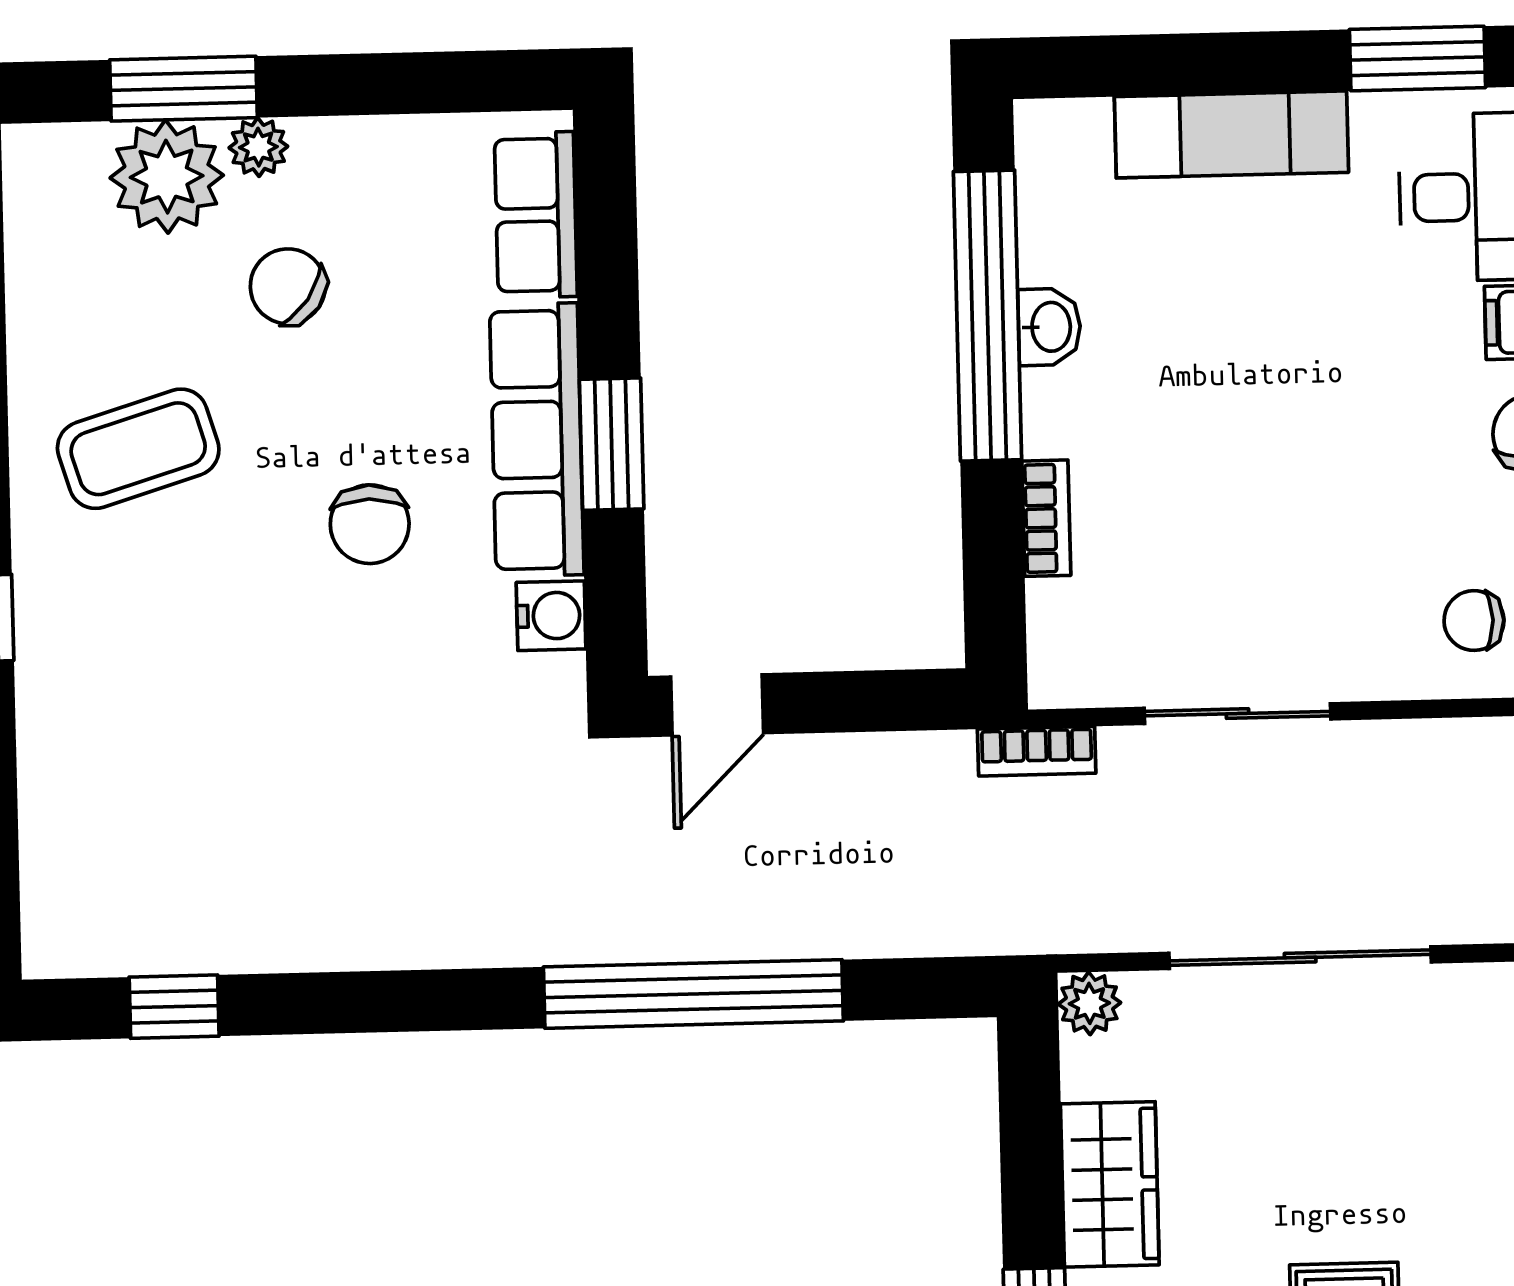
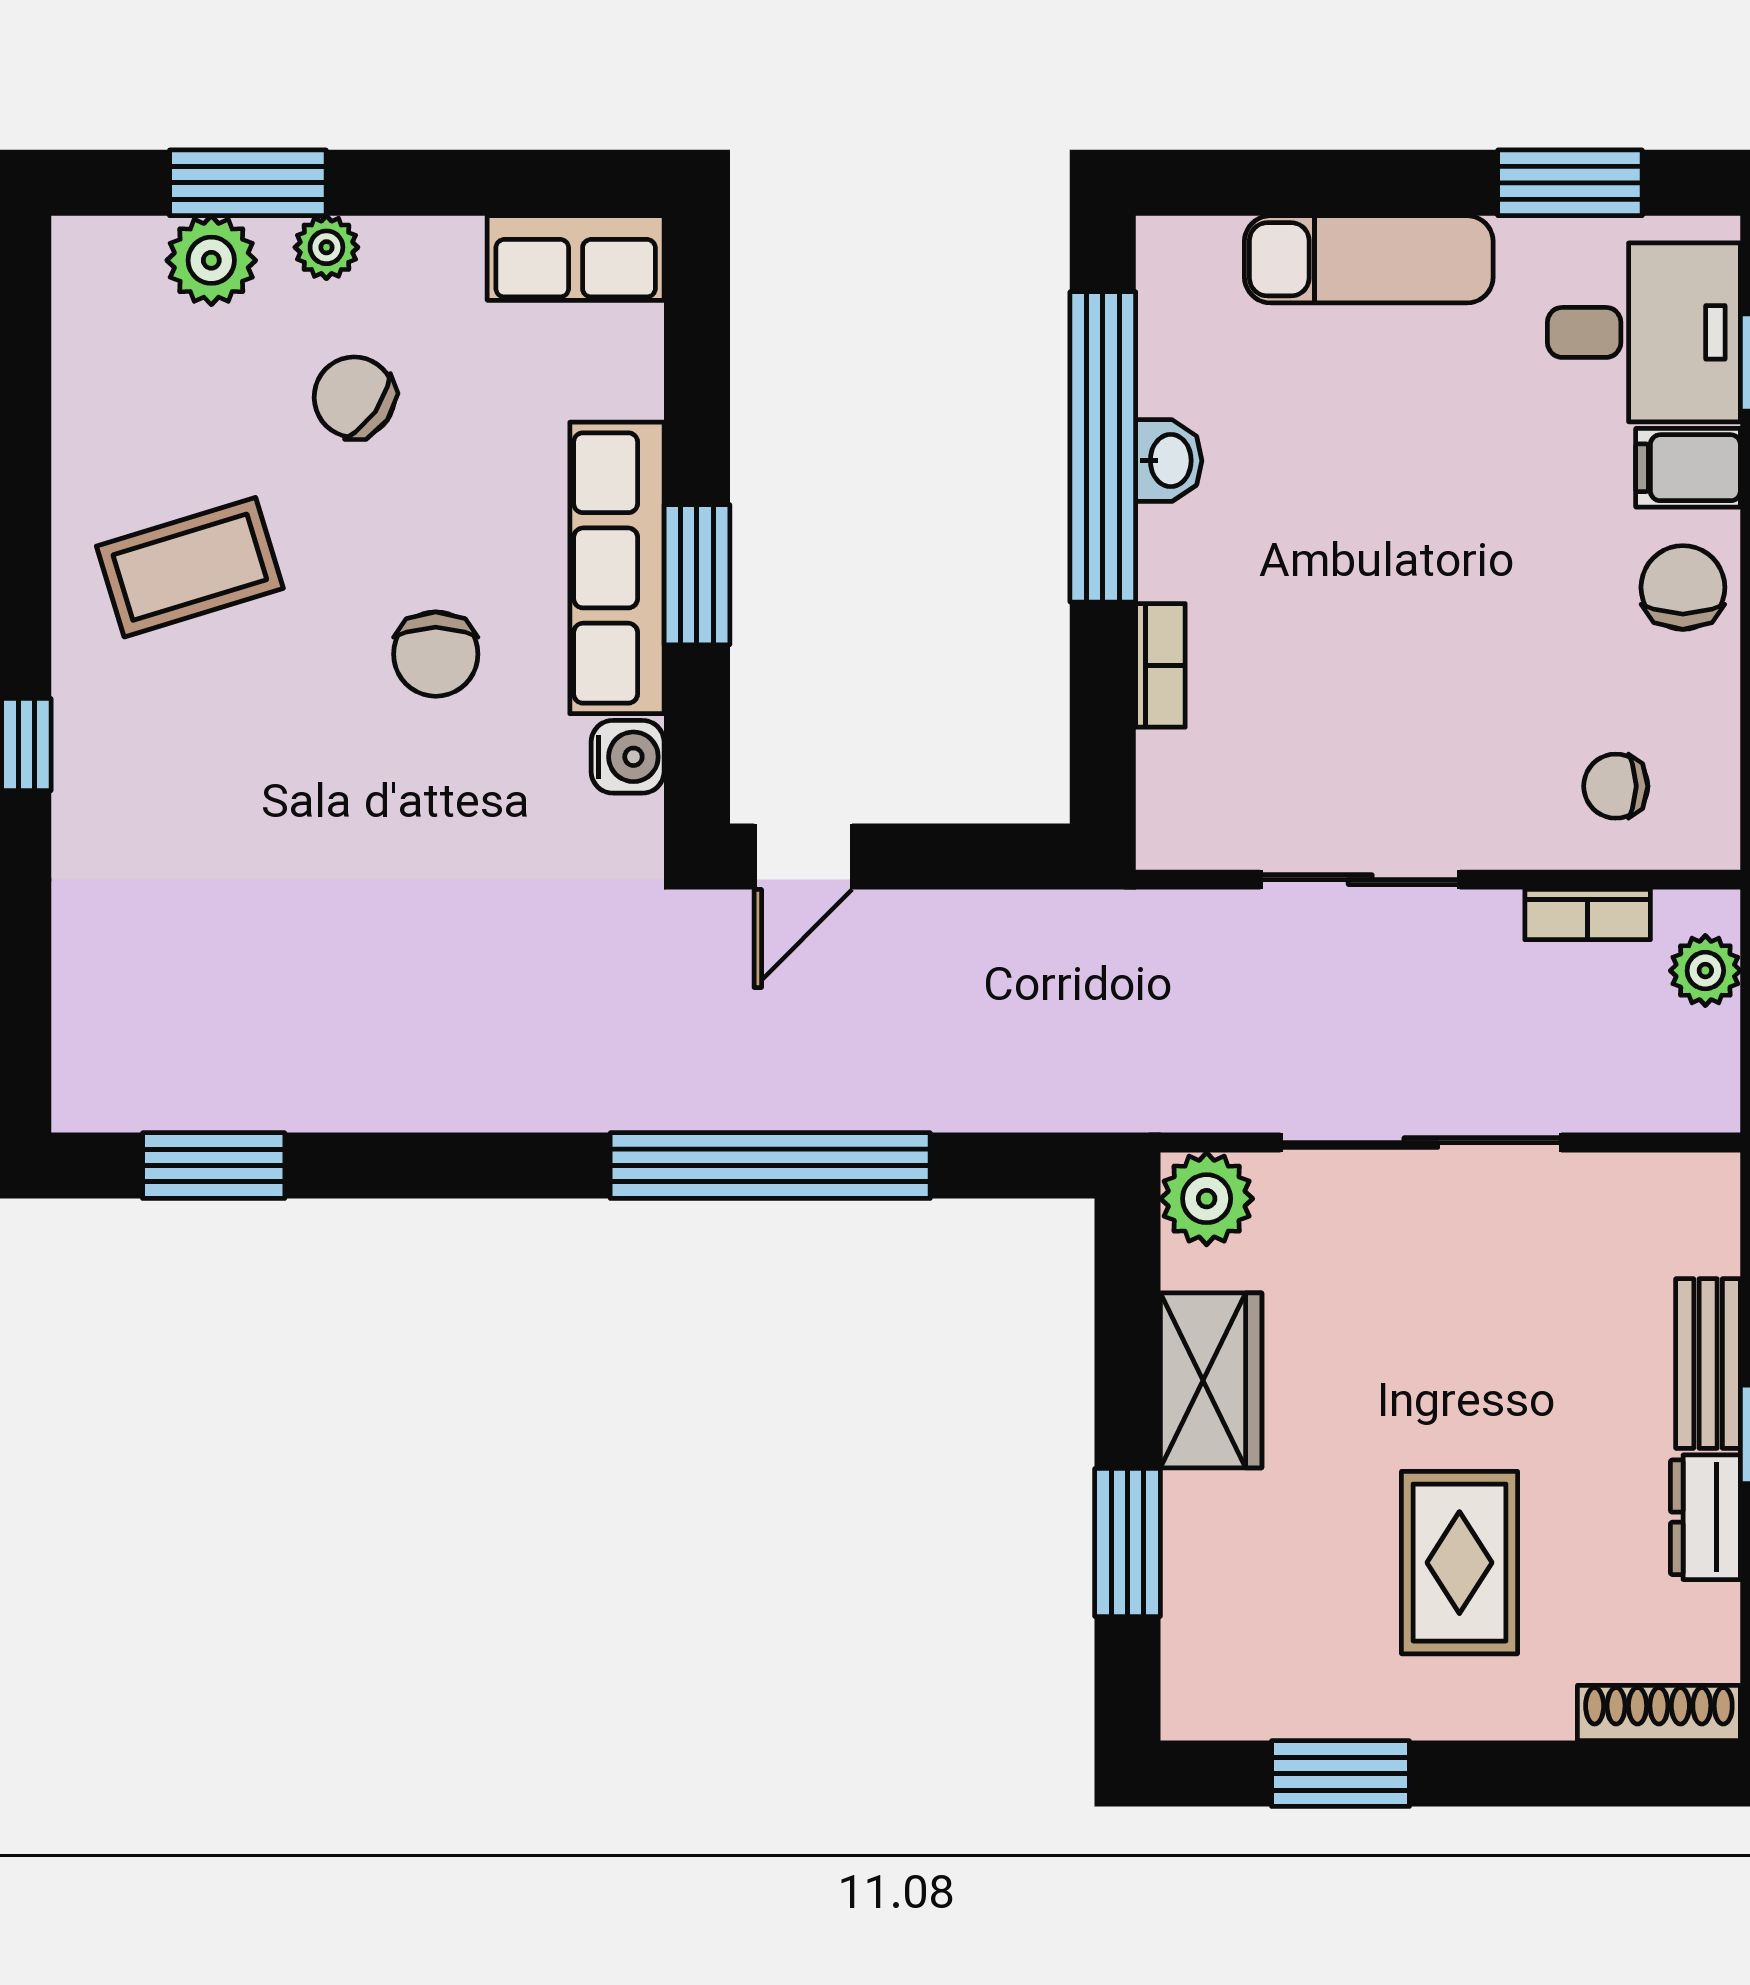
plant: (167, 177) -> (211, 260), width x0.73, depth x0.73
row of seats: (536, 215) -> (576, 258), moved, turned -90
bookcase: (1037, 751) -> (1588, 915), moved
plant: (1089, 1003) -> (1207, 1199), width x1.38, depth x1.38
window: (174, 1007) -> (214, 1166), width x1.50

